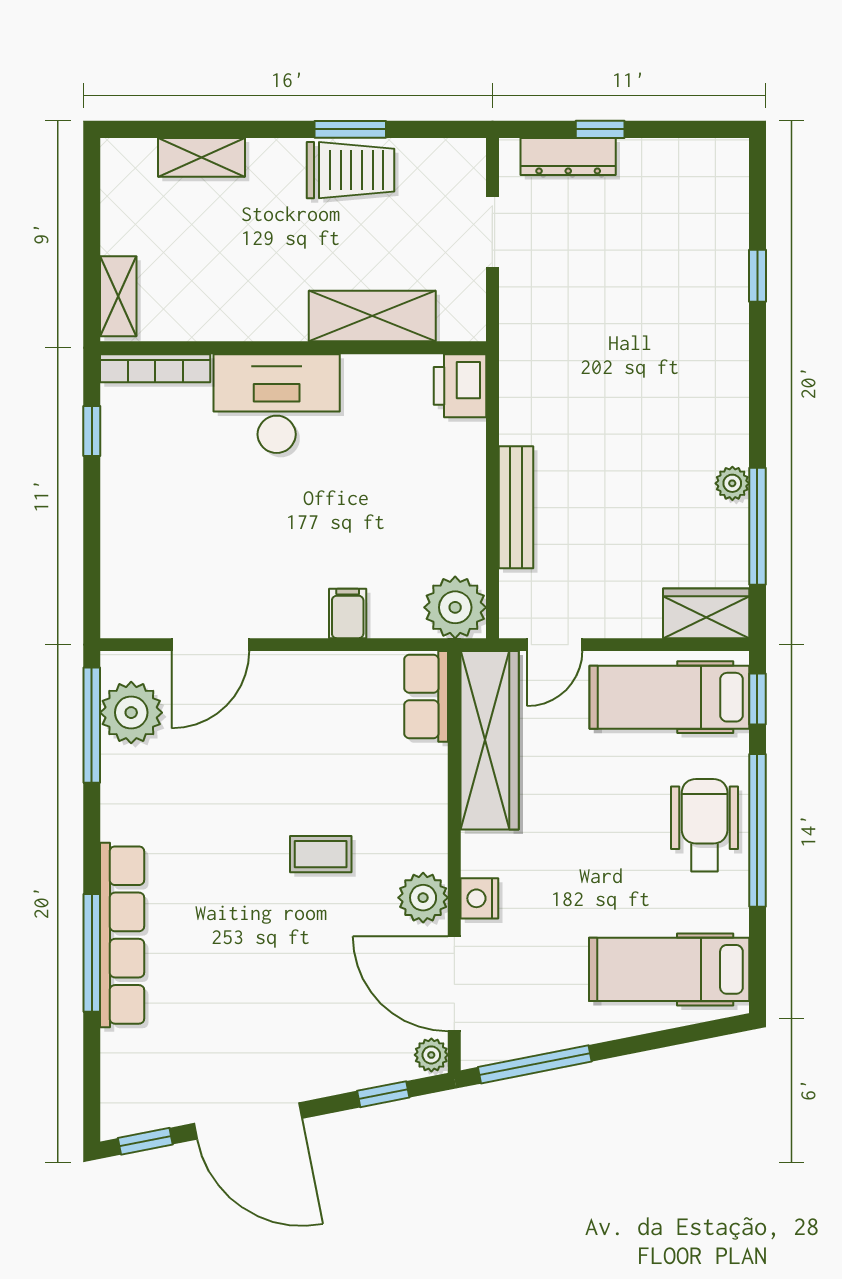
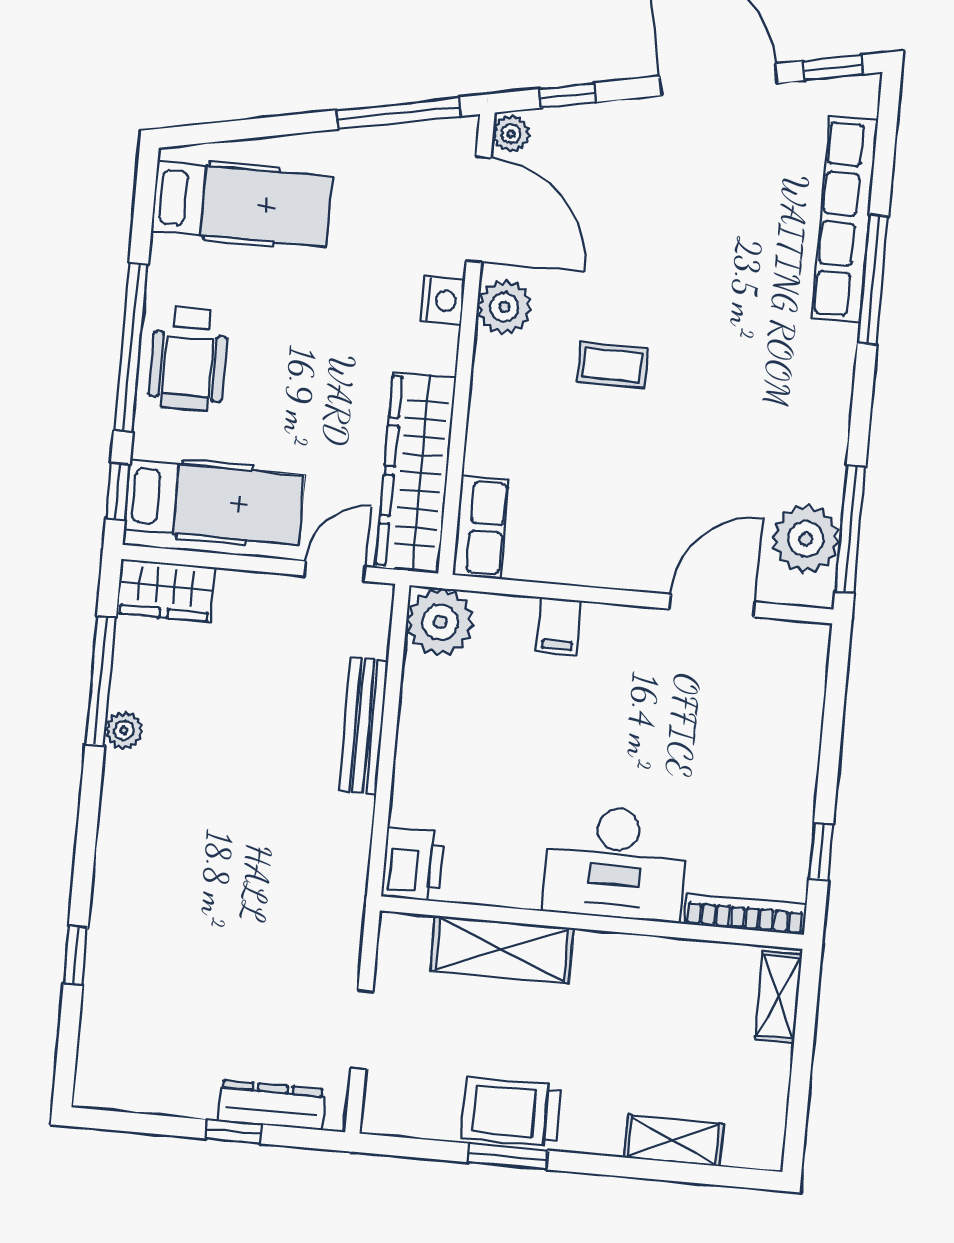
row of seats: (122, 935) -> (845, 219), moved

